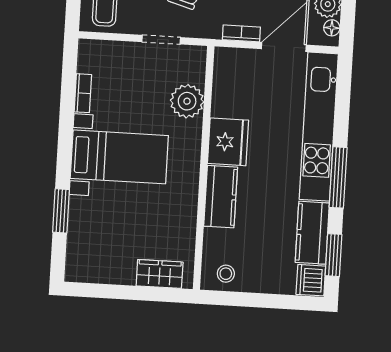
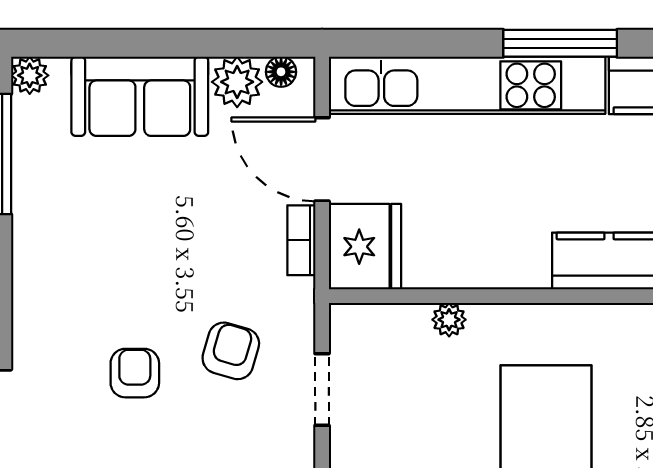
plant: (187, 101) -> (449, 320), width x0.53, depth x0.53
fridge: (228, 142) -> (365, 247), moved, turned 90

